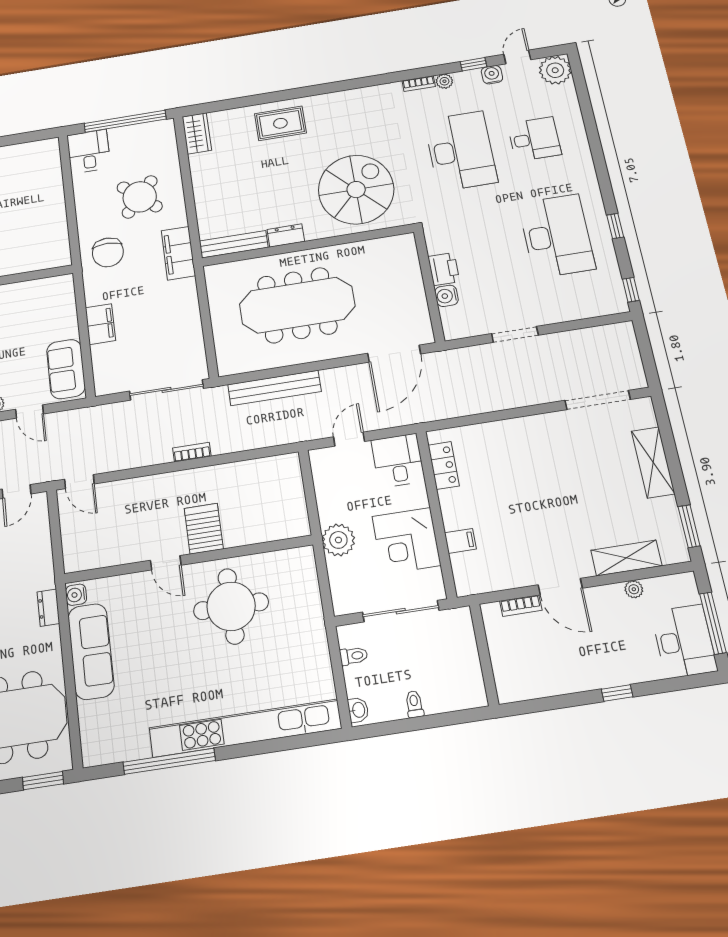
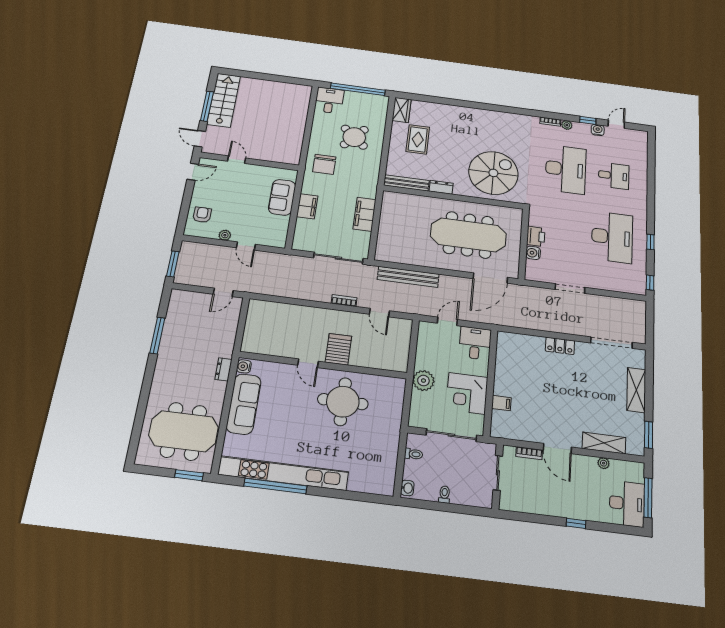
plant: (555, 70) -> (638, 139), removed
rug: (280, 123) -> (418, 139), moved, turned 90
filing cabinet: (178, 253) -> (364, 214), moved
meeting table: (297, 305) -> (468, 235), moved
sofa: (66, 369) -> (282, 197), moved
locker: (444, 465) -> (560, 346), moved, turned 90
door: (79, 482) -> (379, 313), moved
sliding door: (483, 649) -> (498, 473), added
kitchen unit: (245, 728) -> (283, 473), moved

